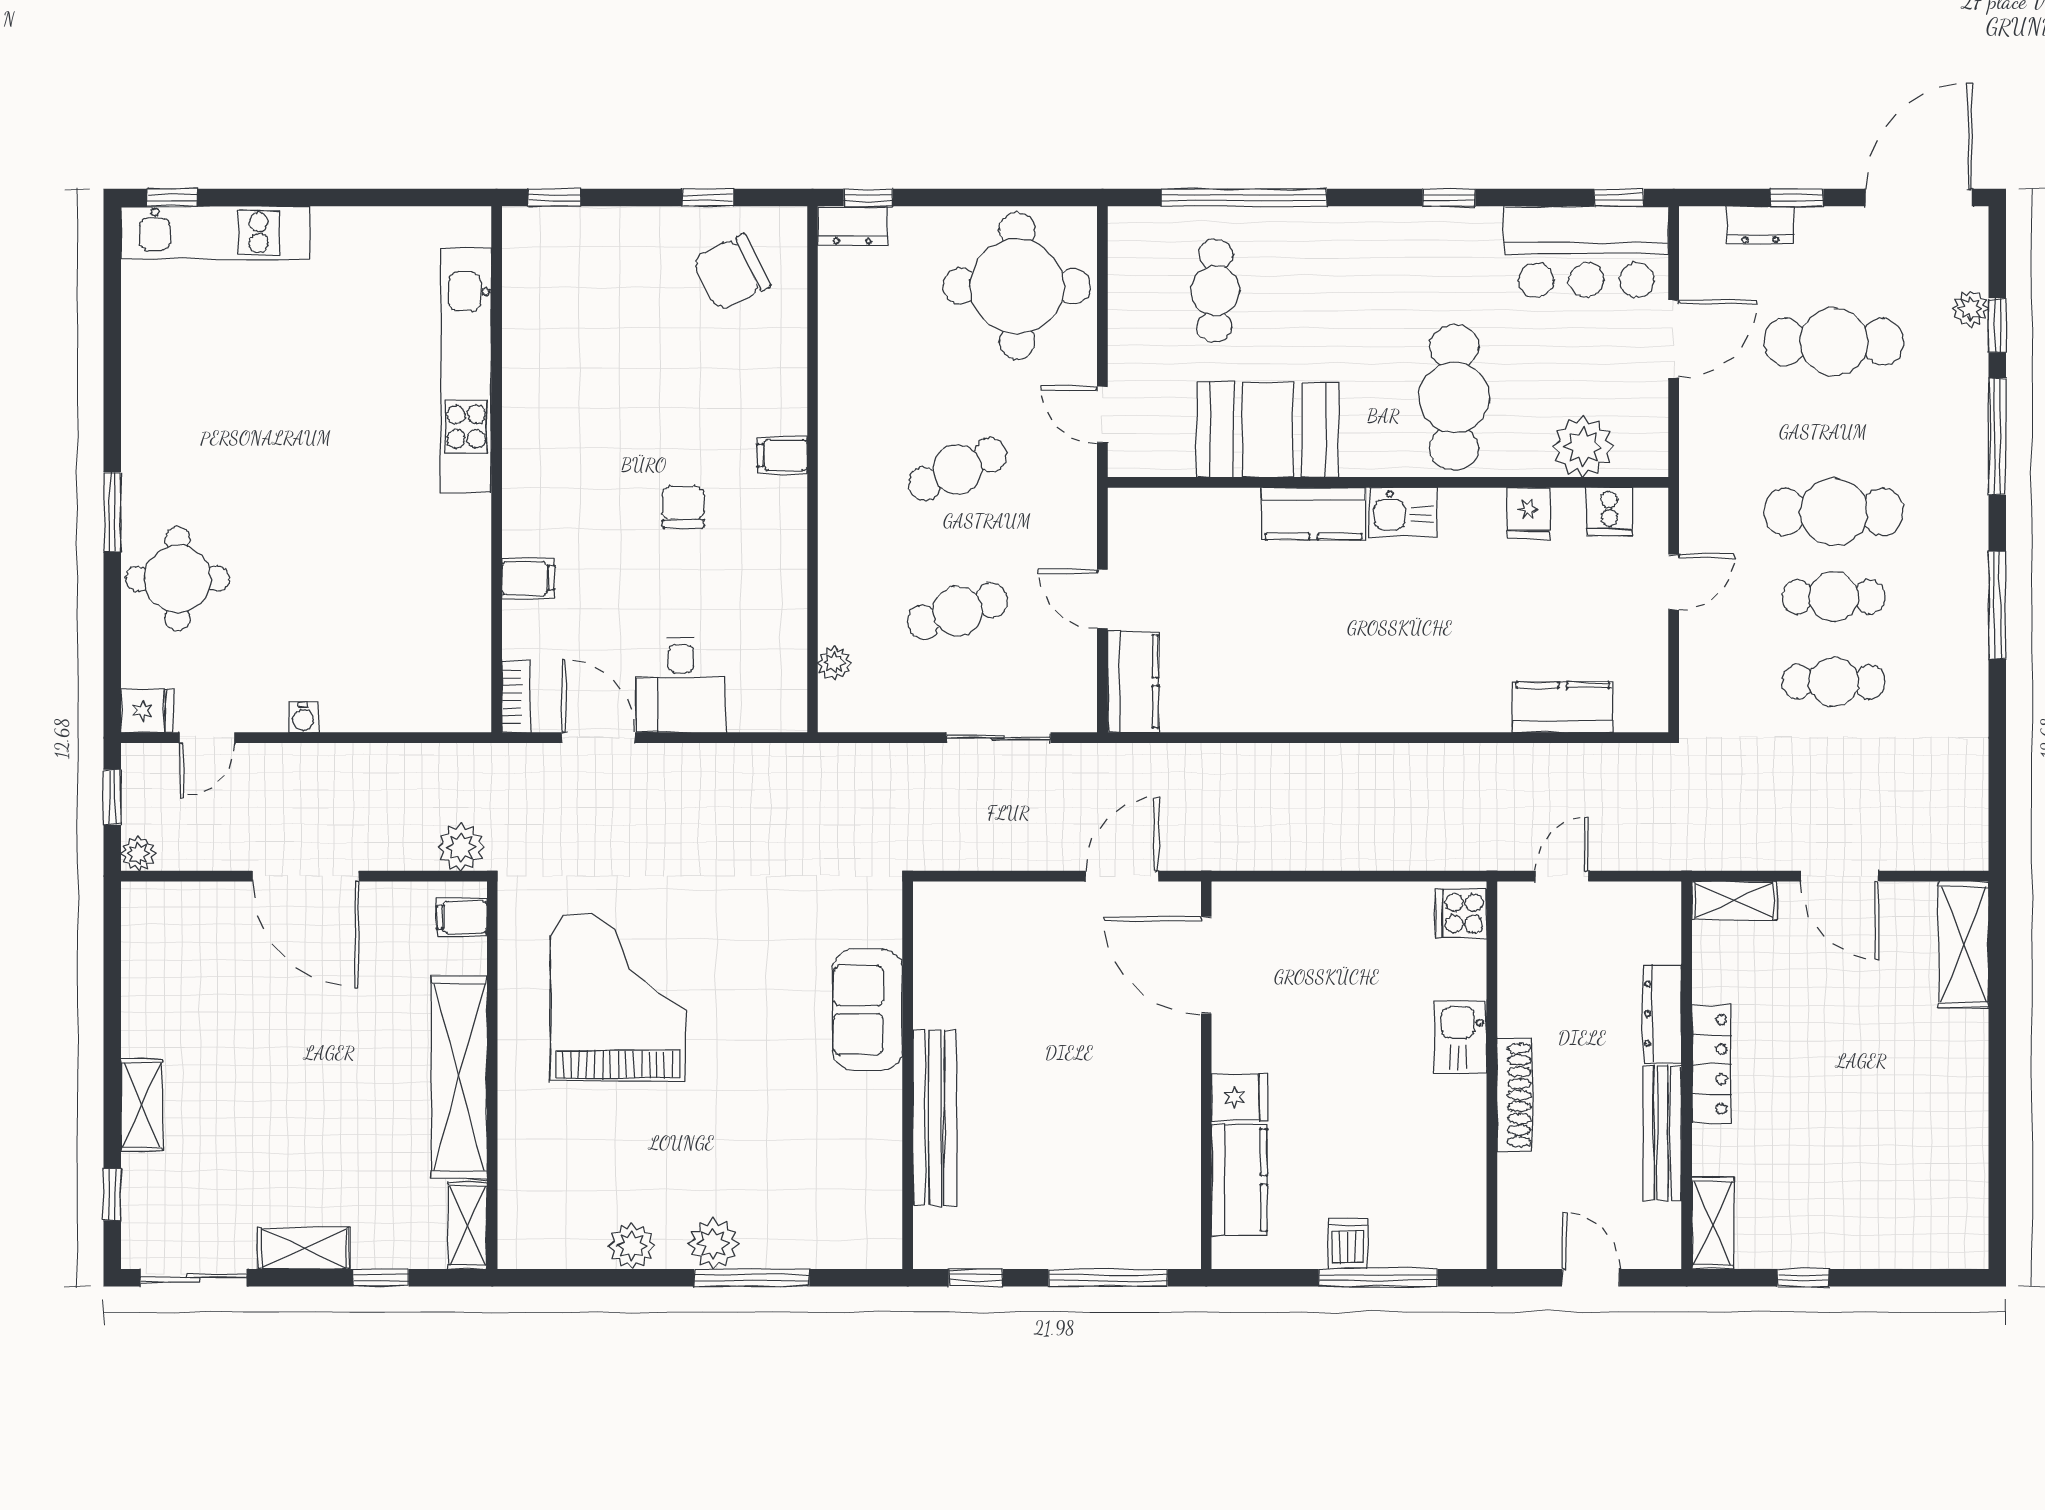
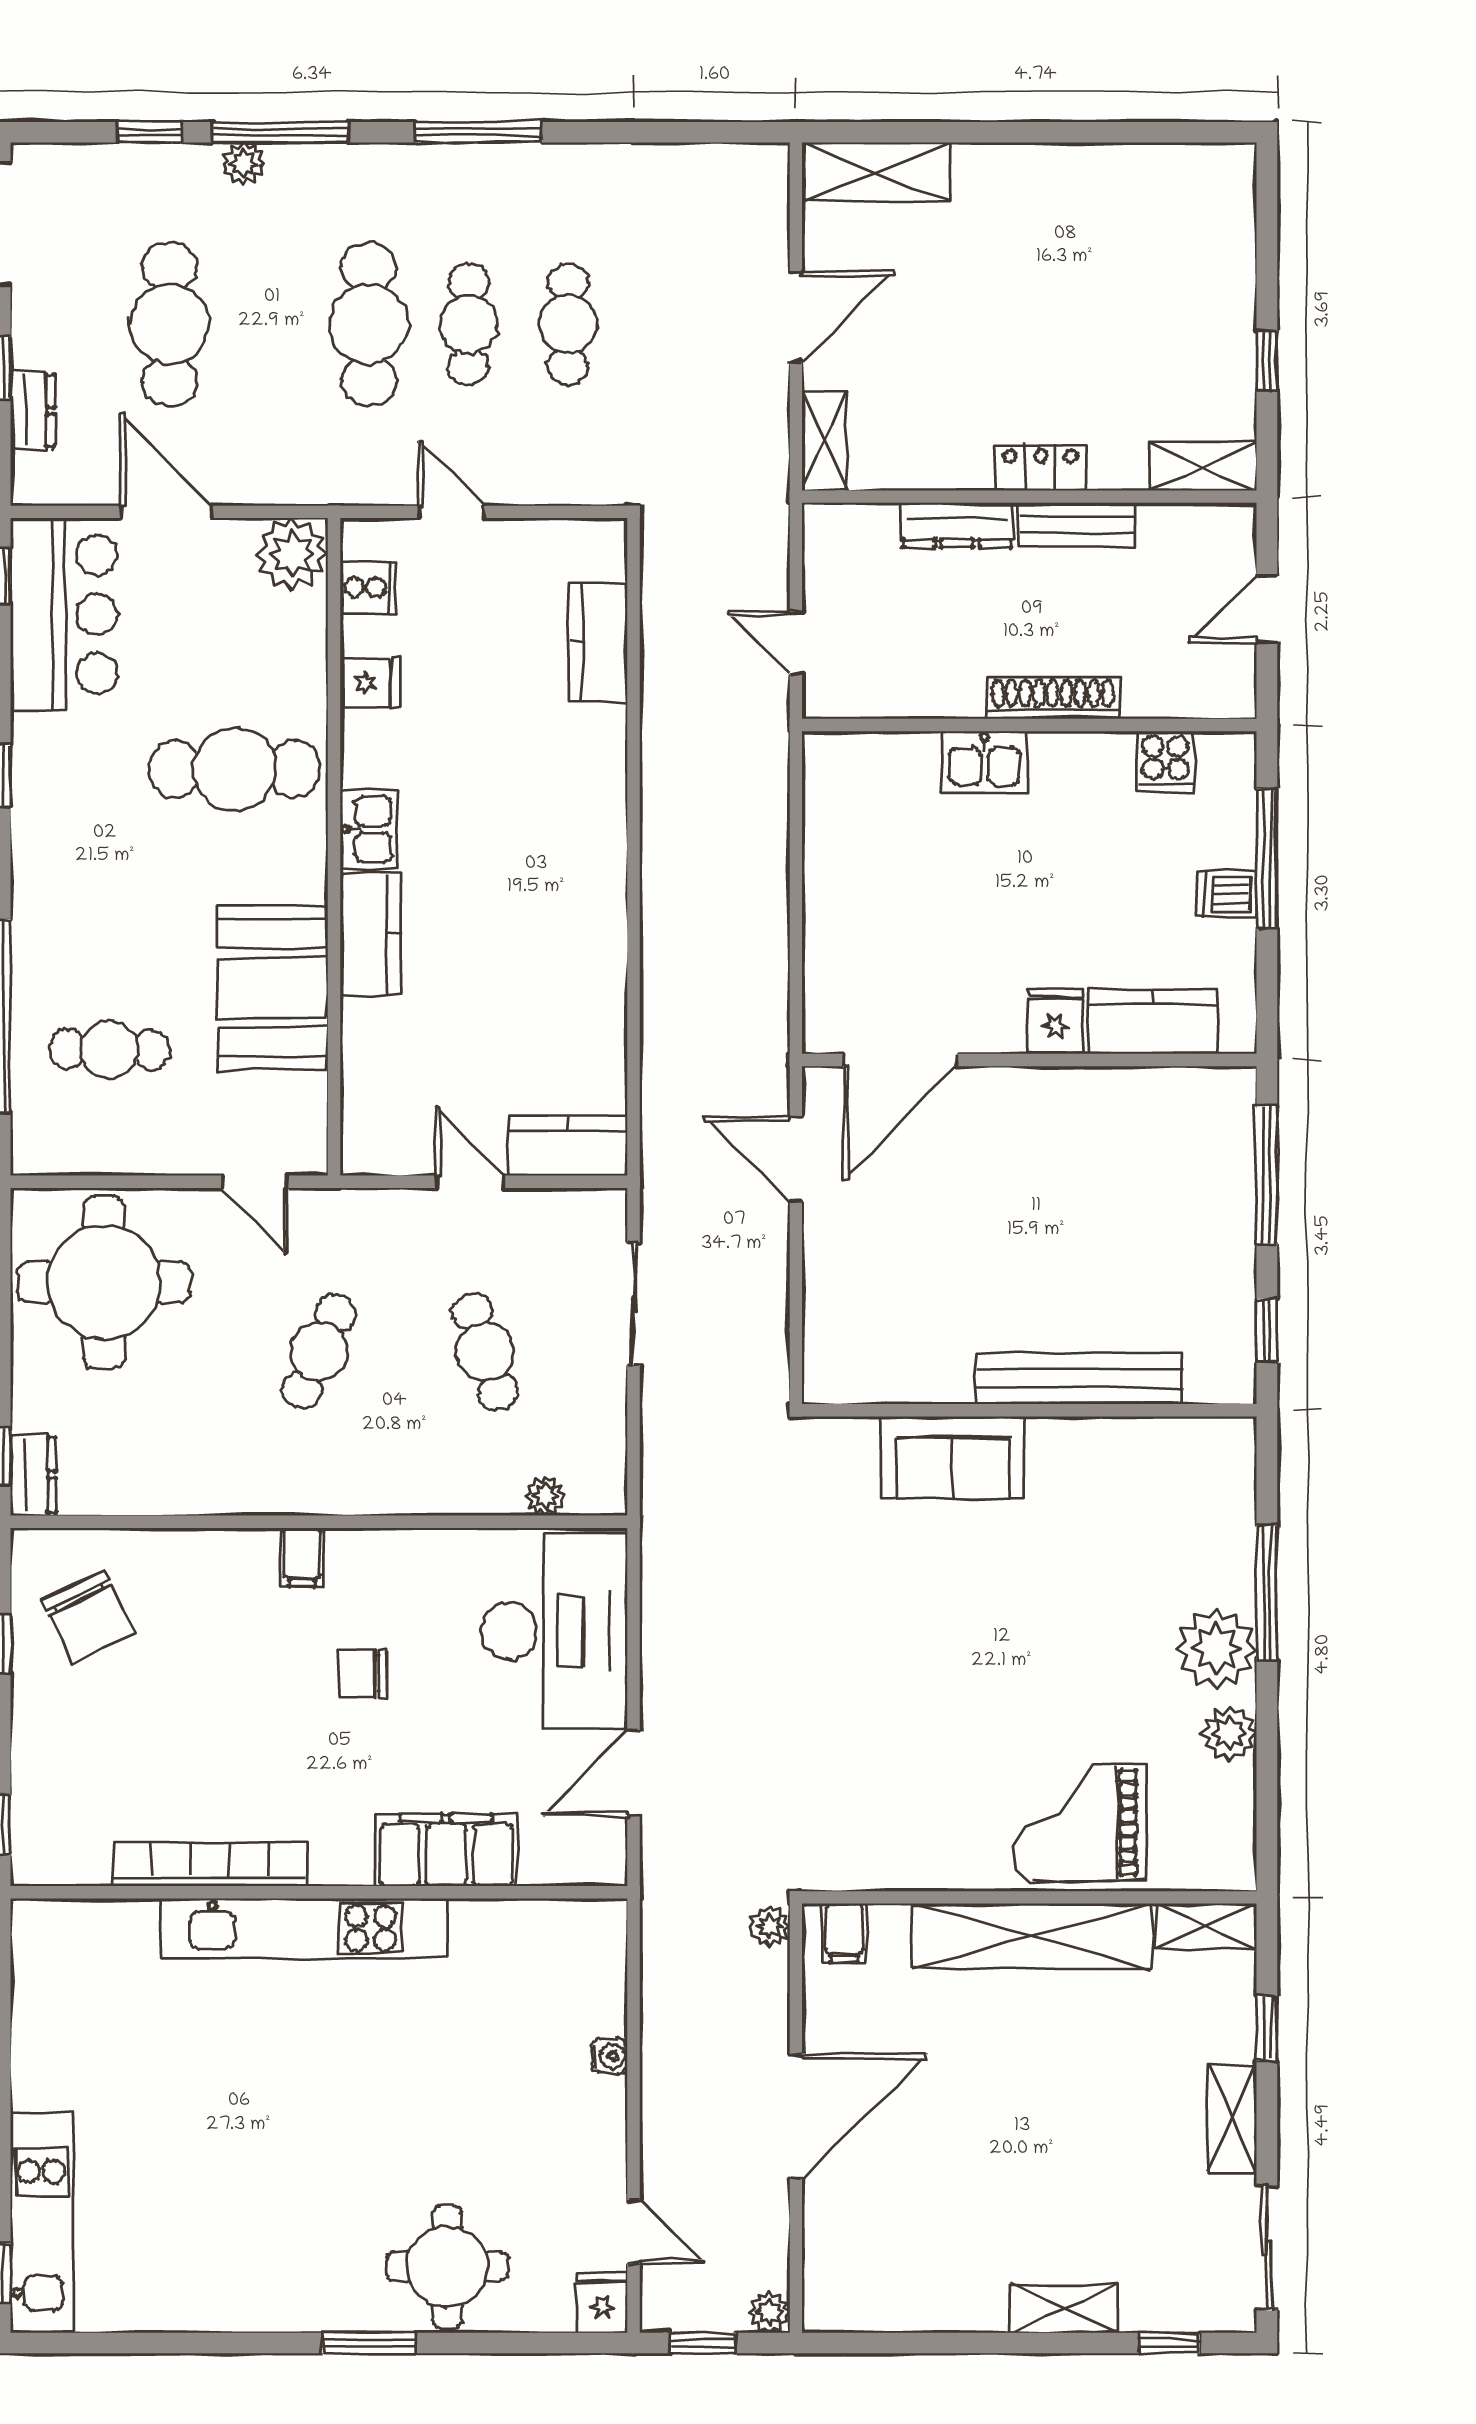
plant: (1971, 309) -> (244, 164), moved
kitchen unit: (466, 370) -> (304, 1928), moved
door: (1102, 415) -> (255, 1182), hinge flipped
plant: (1583, 446) -> (292, 554), moved
cafe table: (957, 469) -> (319, 1352), turned 48
filing cabinet: (528, 578) -> (446, 1850), width x3.00, depth x1.17
door: (1102, 599) -> (471, 1182), swing flipped
desk: (681, 685) -> (555, 1631), width x1.87, depth x1.30
bookcase: (516, 697) -> (210, 1864), moved, width x2.31, depth x1.31
water cooler: (303, 717) -> (610, 2056), moved
plant: (461, 847) -> (770, 1926), width x0.73, depth x0.73
cooker: (1461, 913) -> (1165, 761), moved
grand piano: (618, 997) -> (1080, 1823), moved, width x0.73, depth x0.68
locker: (1711, 1064) -> (1040, 468), width x0.66
bench: (1663, 1133) -> (1076, 525), width x0.73
plant: (713, 1244) -> (1216, 1649), width x1.36, depth x1.36

